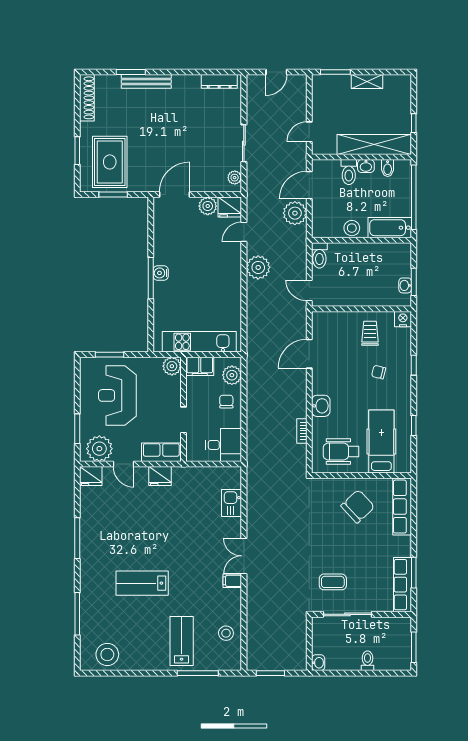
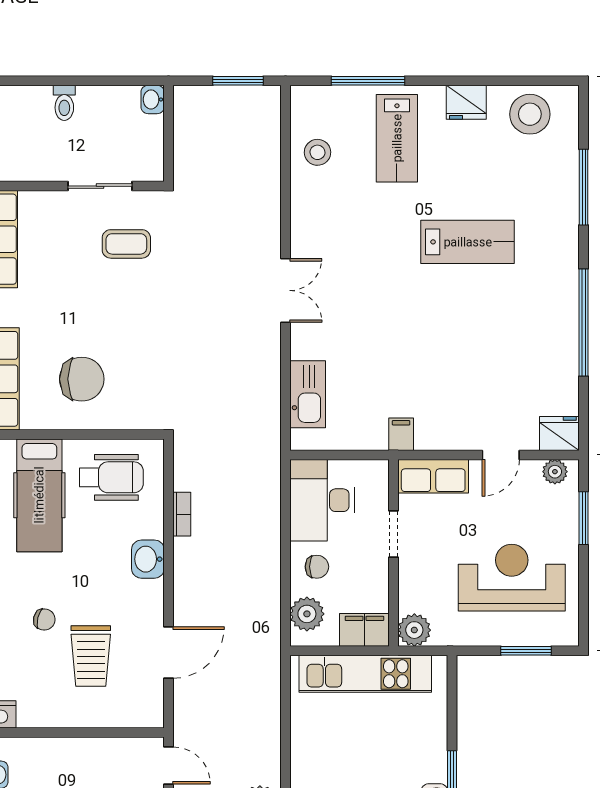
trolley: (370, 333) -> (91, 656), moved, width x1.36, depth x1.39
reception desk: (117, 395) -> (512, 578), turned -90
chair: (226, 402) -> (317, 567), turned -90
desk: (223, 445) -> (322, 500), width x1.37
plant: (99, 449) -> (555, 472), width x0.53, depth x0.53
door: (124, 464) -> (501, 455), swing flipped
fridge: (160, 476) -> (466, 102), moved, turned 180
kitchen sink: (232, 503) -> (308, 394), width x1.38
chair: (358, 506) -> (82, 379), turned -137
window: (77, 538) -> (584, 322), width x1.46
filing cabinet: (232, 581) -> (401, 434), moved, turned -90
sliding door: (348, 614) -> (100, 186), width x0.73

